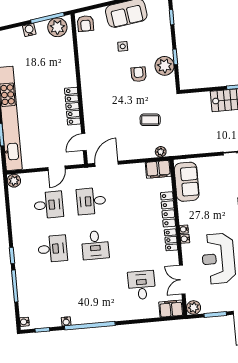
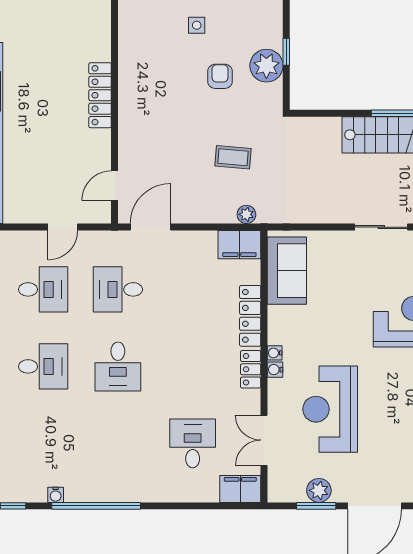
locker: (72, 106) -> (100, 95), moved
plant: (194, 308) -> (319, 490), moved

